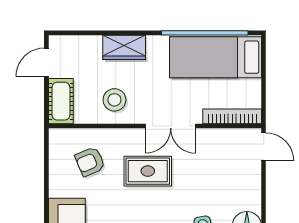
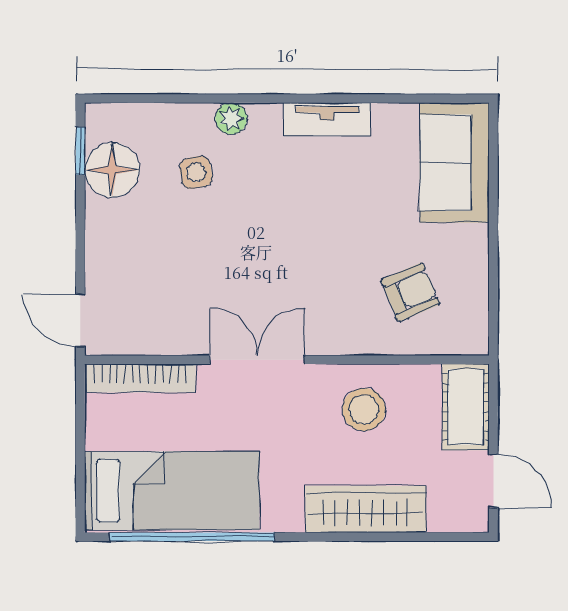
wardrobe: (124, 47) -> (366, 509), width x1.50
door: (46, 62) -> (493, 481), hinge flipped
rug: (148, 171) -> (301, 274), removed

